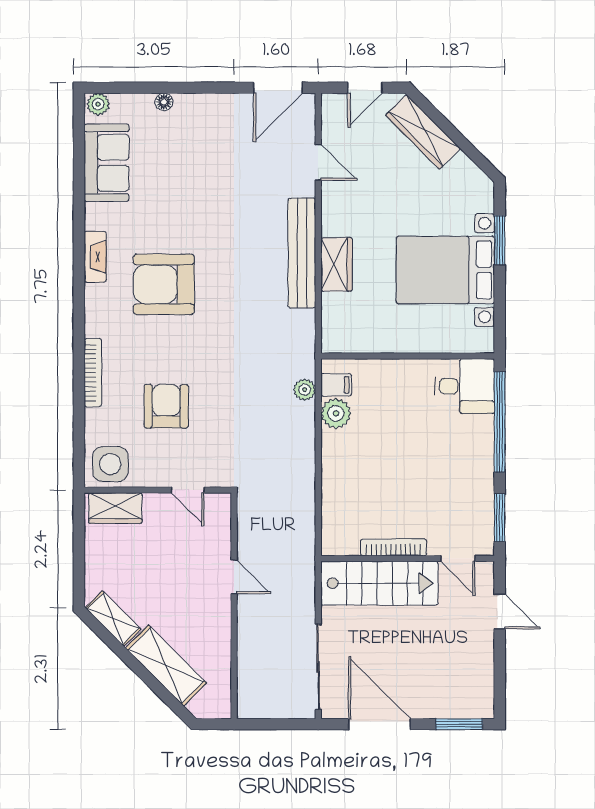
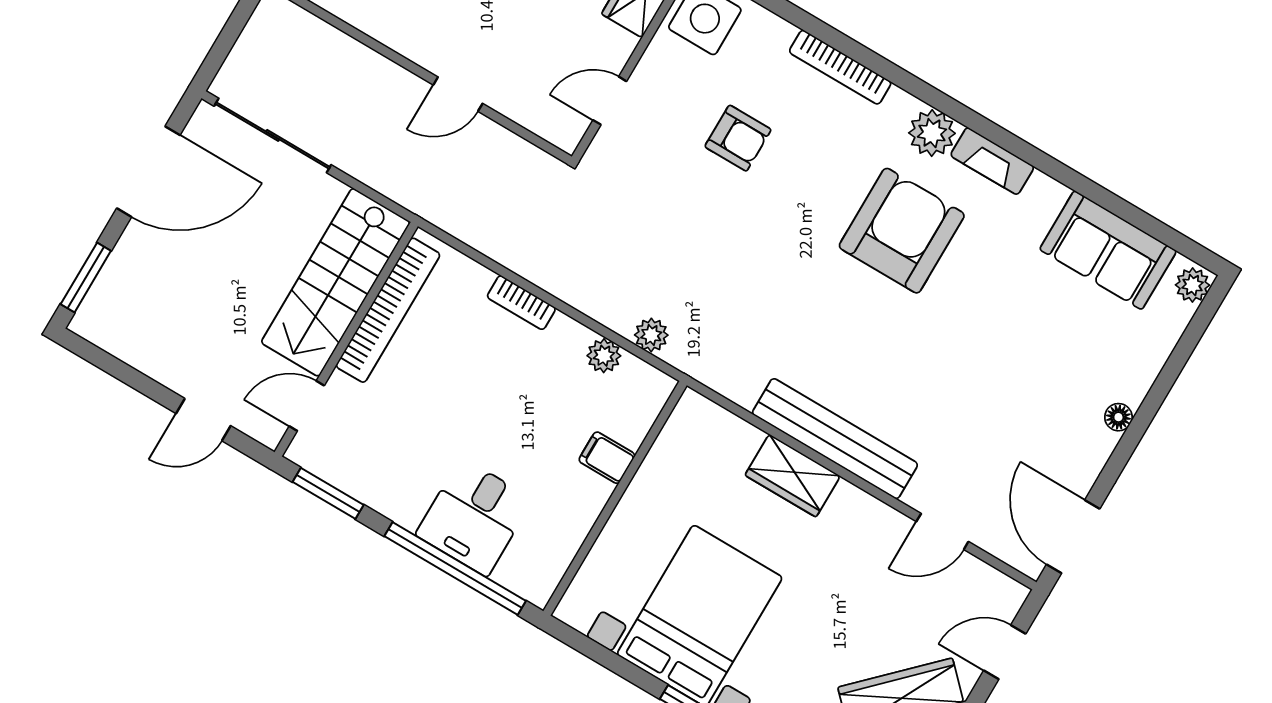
door: (365, 88) -> (1005, 652), hinge flipped
floor lamp: (164, 102) -> (1118, 417), moved
plant: (99, 300) -> (932, 133), added
filing cabinet: (336, 385) -> (607, 458), moved, turned 90
desk: (465, 386) -> (474, 517), moved
armchair: (166, 406) -> (738, 138), width x0.72, depth x0.72
plant: (336, 413) -> (604, 356), width x0.73, depth x0.73
bookcase: (329, 473) -> (521, 303), added
bookcase: (393, 547) -> (388, 310), width x1.48, depth x1.31

